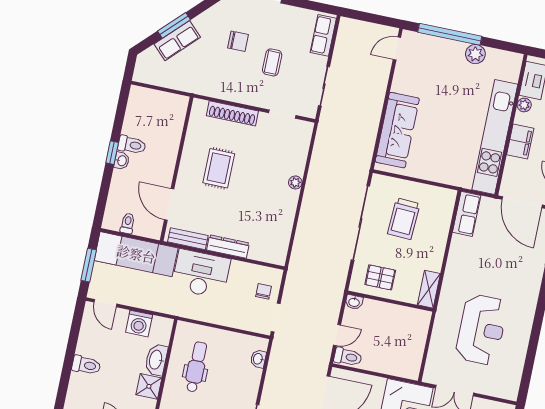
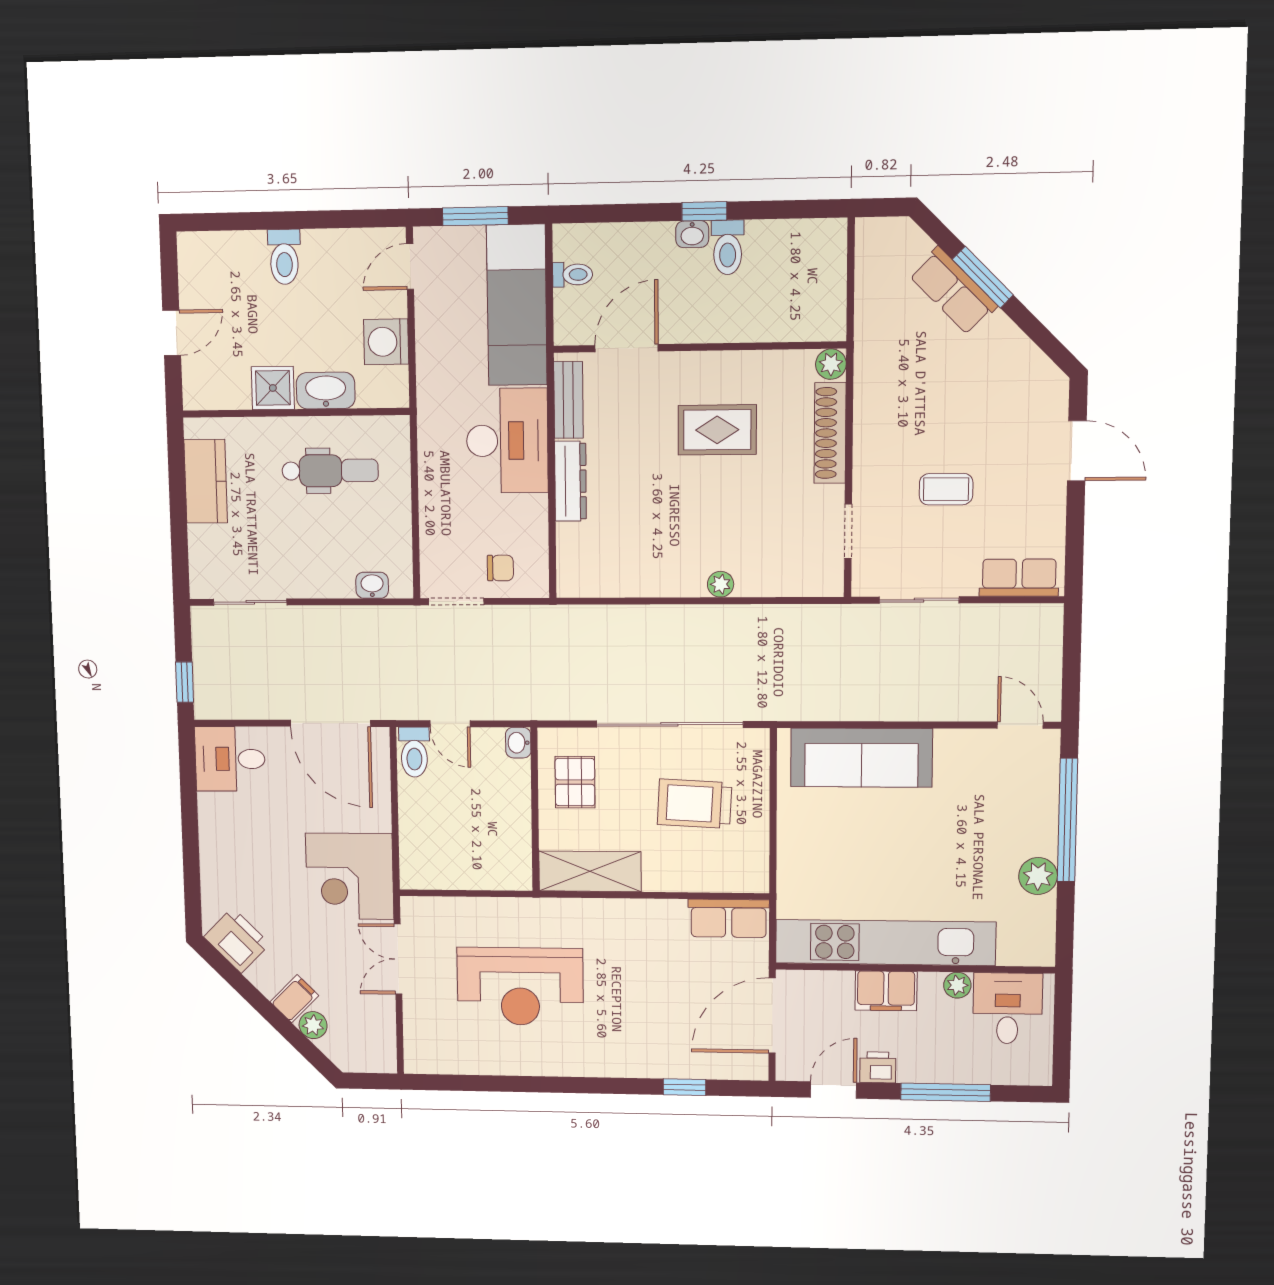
chair: (238, 41) -> (975, 412), removed
plant: (199, 106) -> (831, 364), added
shelving: (429, 289) -> (590, 871), width x1.50, depth x1.33

